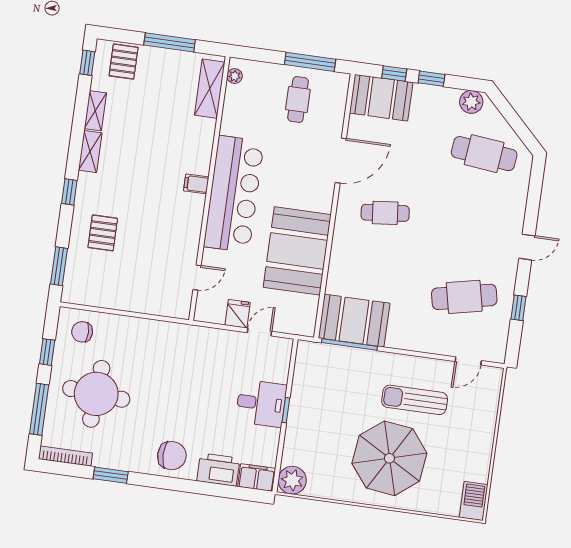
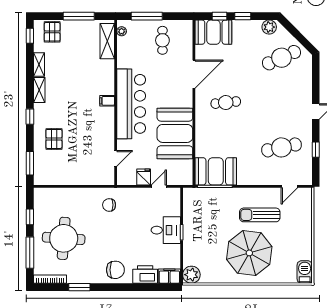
window: (310, 62) -> (147, 16), moved
cafe table: (484, 154) -> (281, 58), turned -30
chair: (82, 332) -> (109, 205), moved

